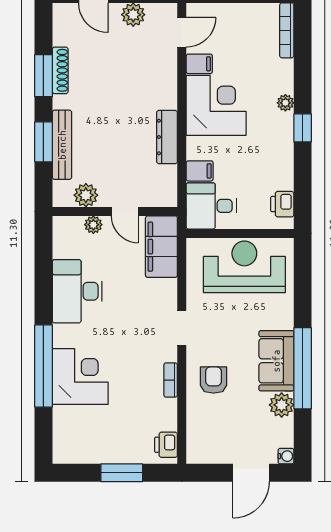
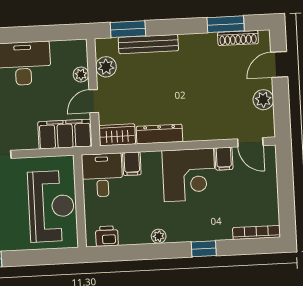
shoe rack: (60, 70) -> (238, 38), moved
window: (43, 76) -> (226, 24), moved
plant: (285, 103) -> (159, 236), moved
window: (303, 128) -> (204, 249), moved
window: (43, 142) -> (128, 29), moved
wardrobe: (165, 186) -> (117, 135), added

